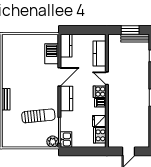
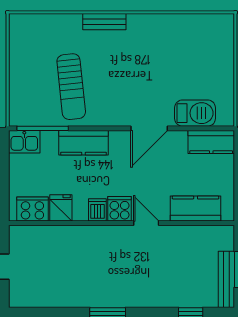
door: (59, 77) -> (149, 128), hinge flipped
door: (107, 78) -> (146, 223), hinge flipped
kitchen counter: (66, 99) -> (84, 143), moved
plant: (53, 142) -> (20, 115), removed

